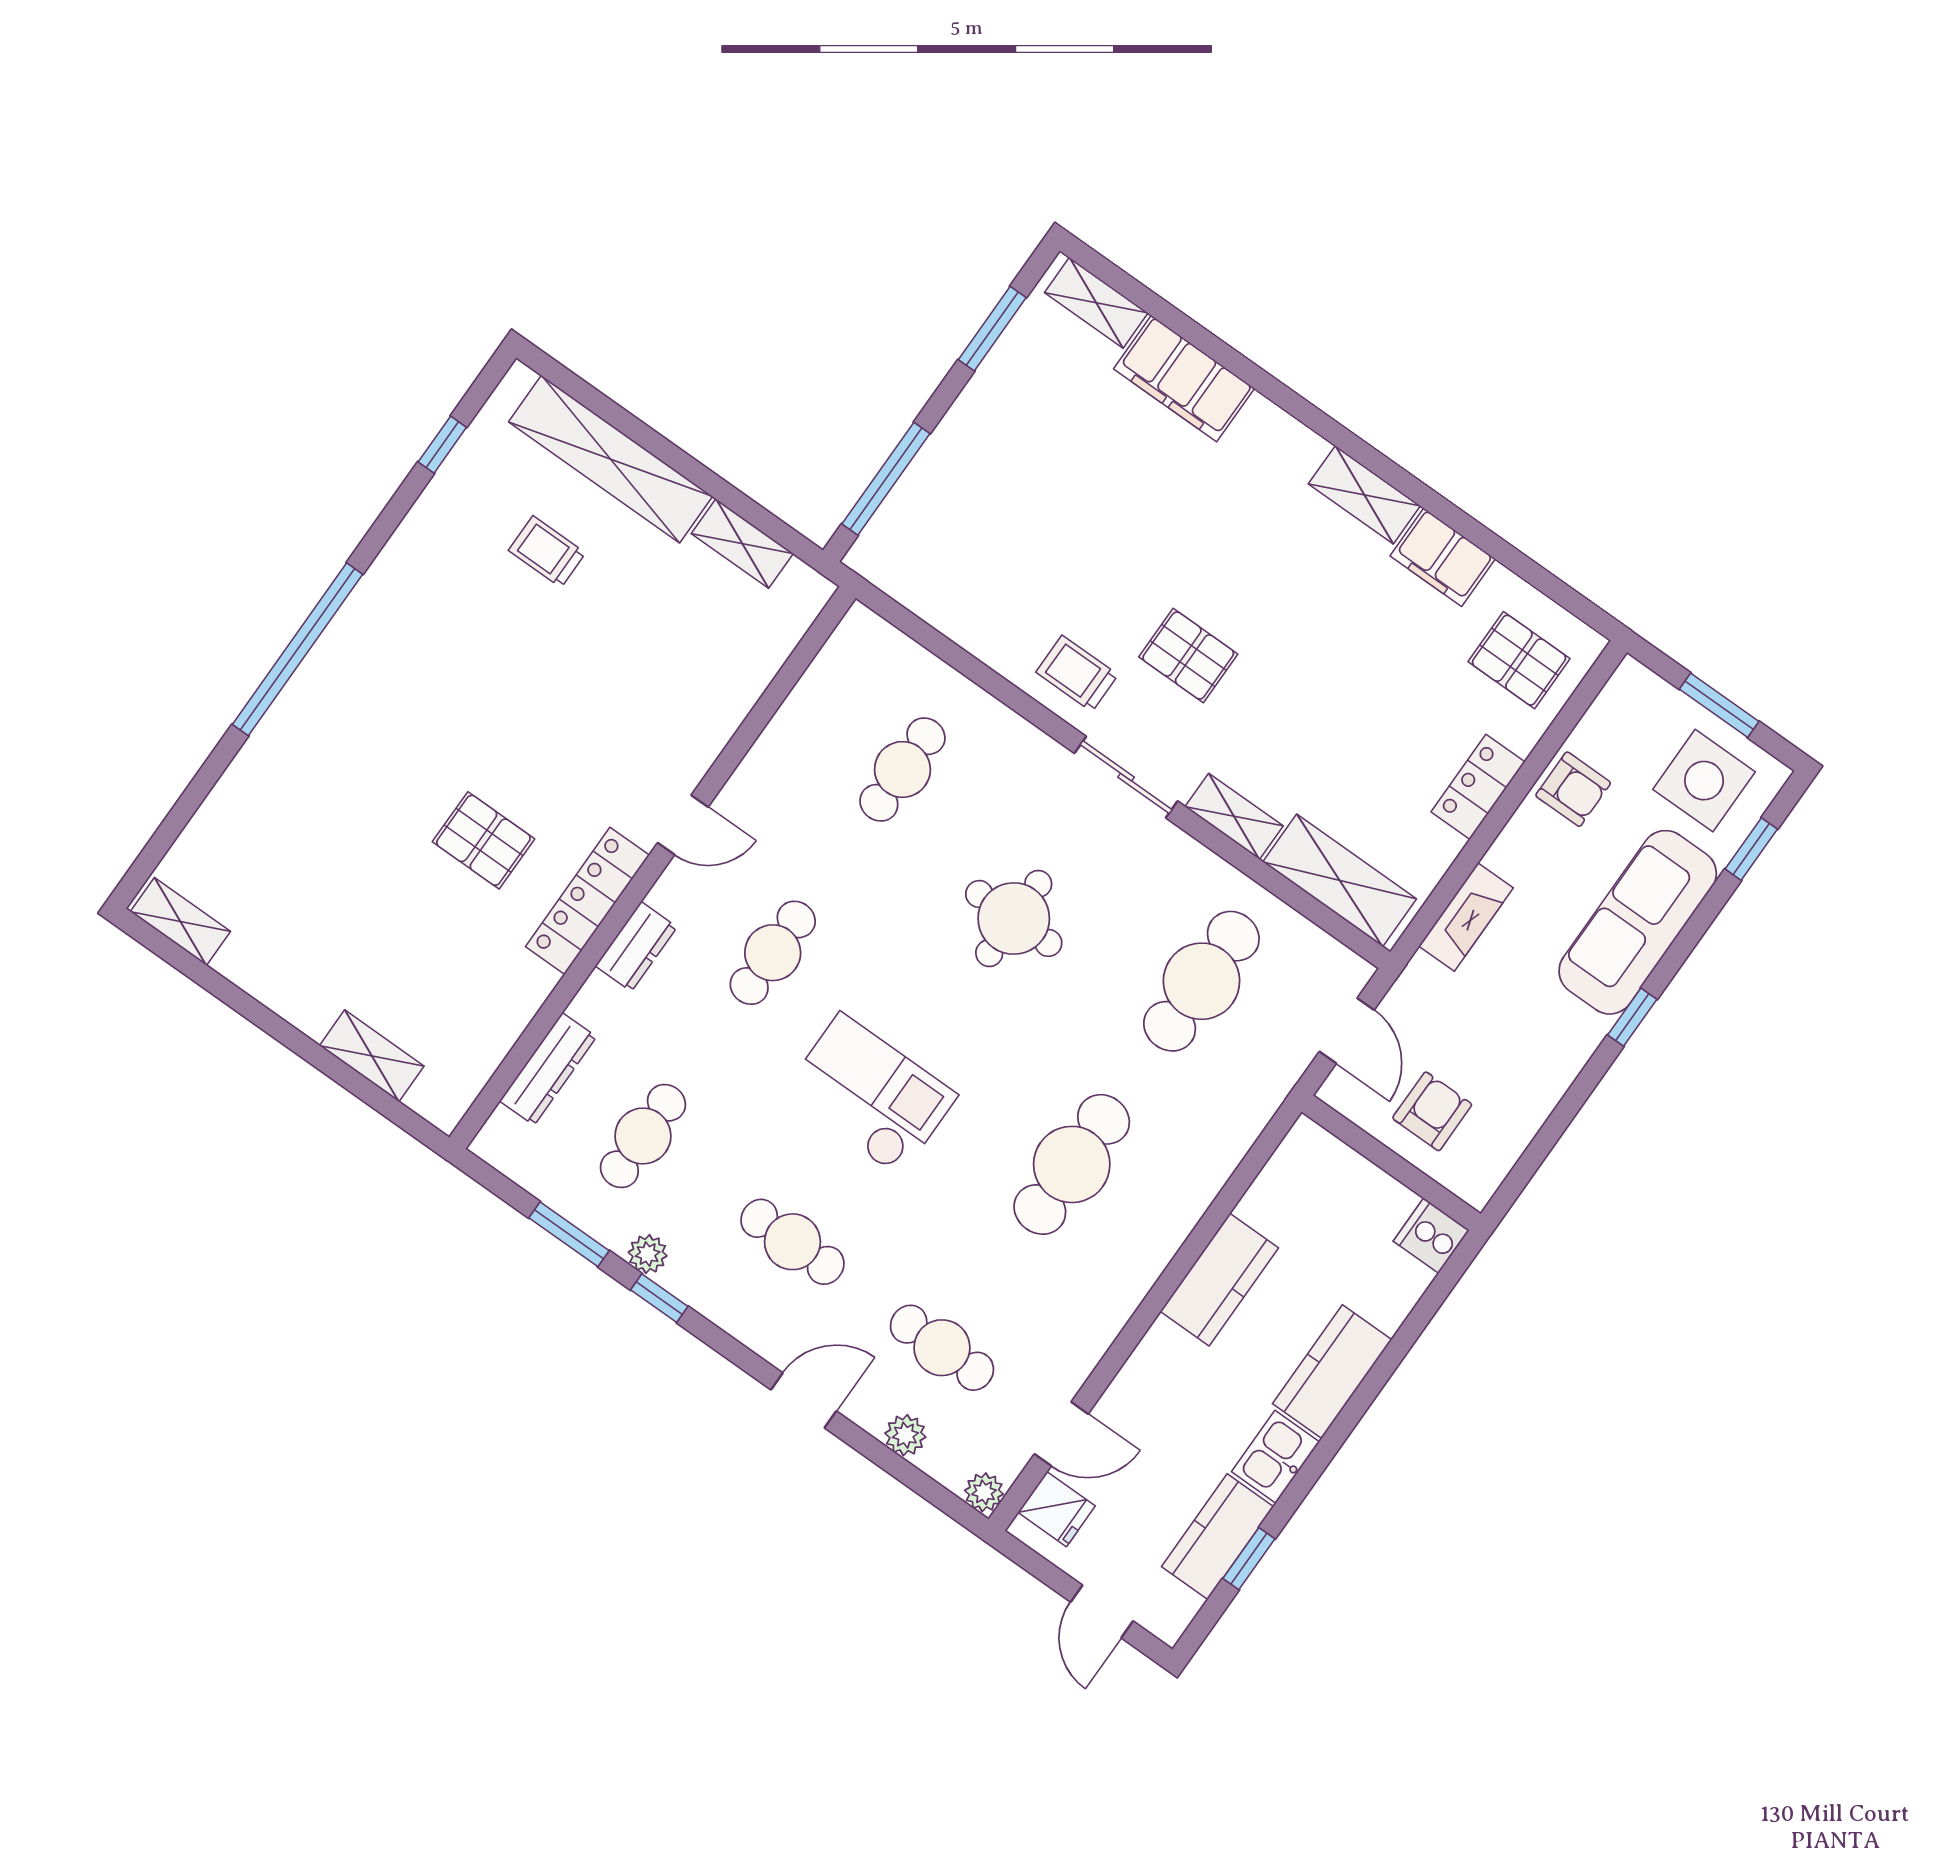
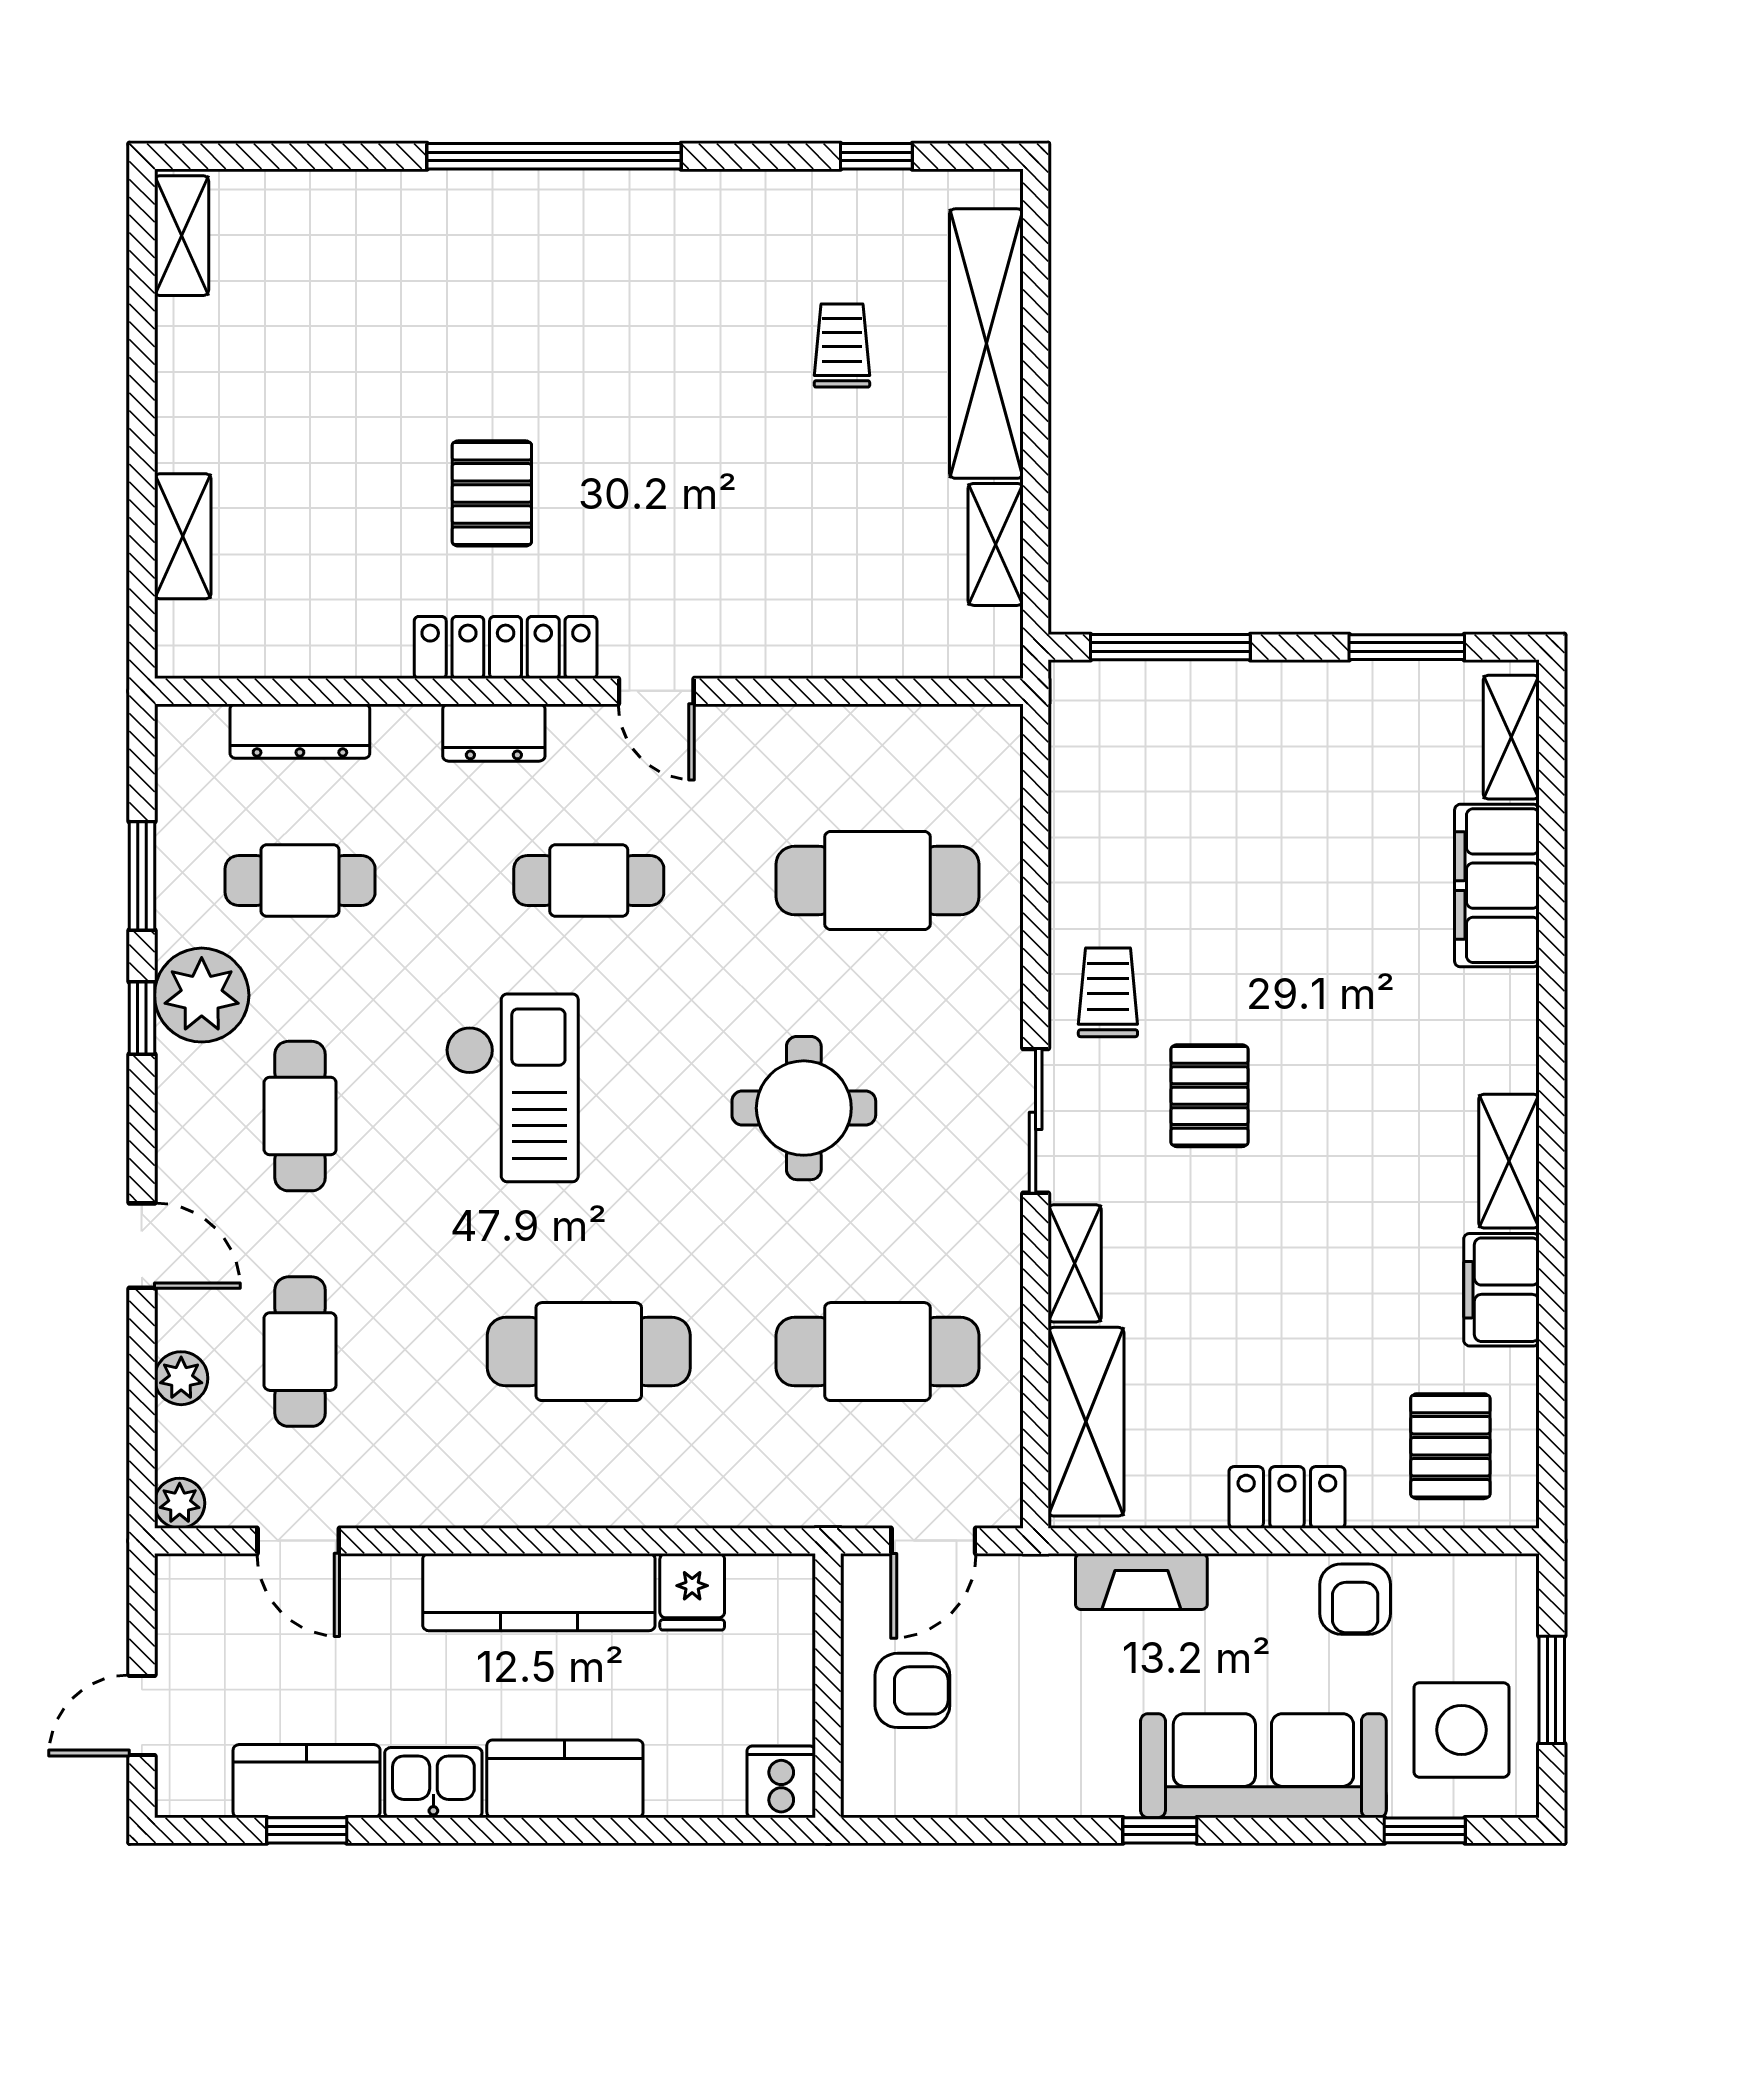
cafe table: (902, 769) -> (878, 881), width x1.37, depth x1.35
plant: (648, 1254) -> (202, 995), width x1.88, depth x1.88
kitchen counter: (1219, 1280) -> (539, 1592), width x1.50
fridge: (1057, 1509) -> (692, 1592), moved

